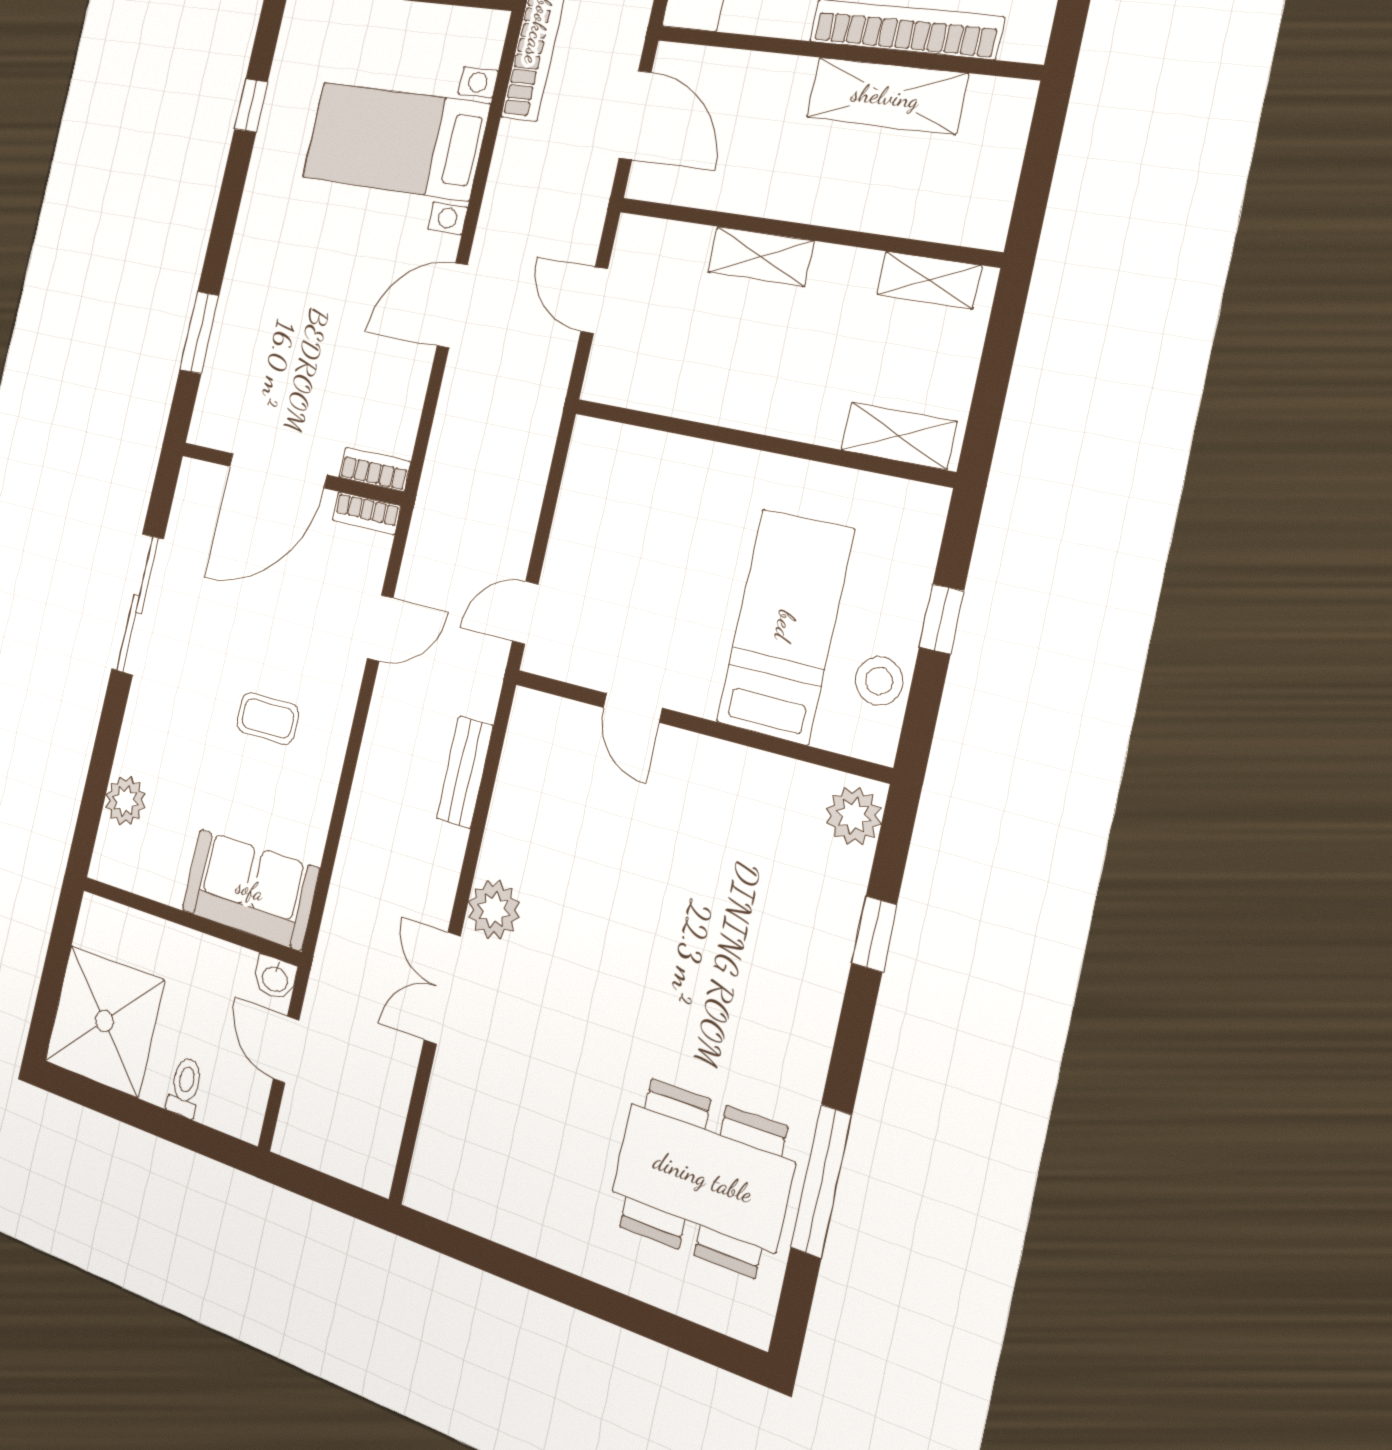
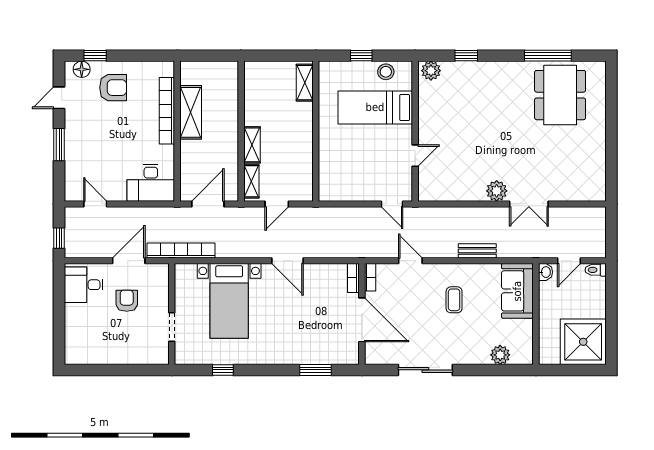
shelving: (929, 280) -> (251, 181), moved
bench: (465, 772) -> (477, 251), moved
toilet: (185, 1087) -> (596, 270), moved

